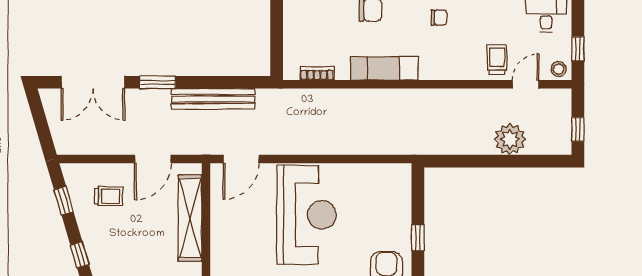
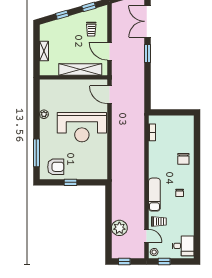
exam couch: (384, 68) -> (154, 195), moved
bench: (213, 99) -> (139, 81), removed

